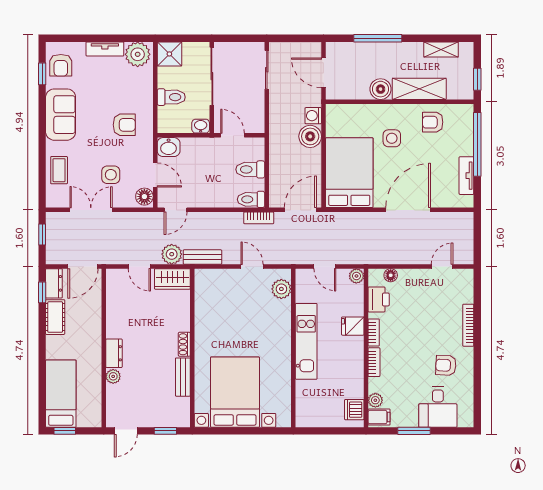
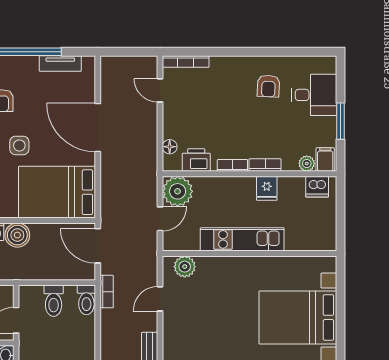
plant: (356, 276) -> (178, 191), width x1.87, depth x1.87
bookcase: (468, 325) -> (186, 62), moved
fridge: (353, 326) -> (267, 188), moved

